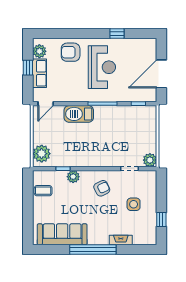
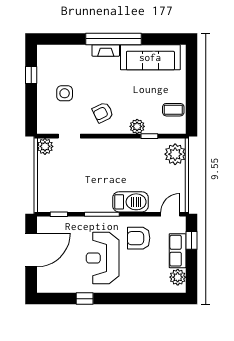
armchair: (71, 52) -> (139, 238), moved, turned 180
window: (28, 68) -> (191, 240), moved
fireplace: (121, 240) -> (106, 50), moved

